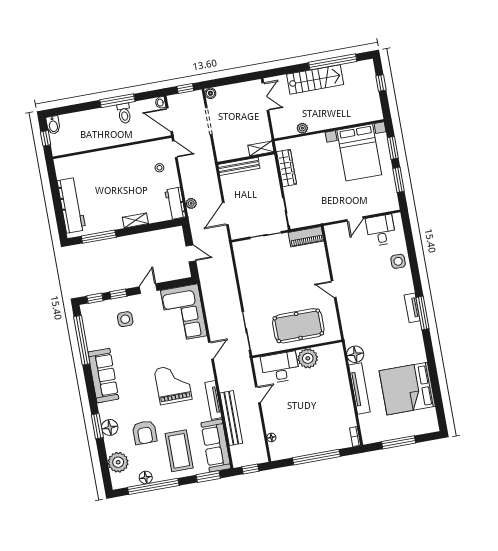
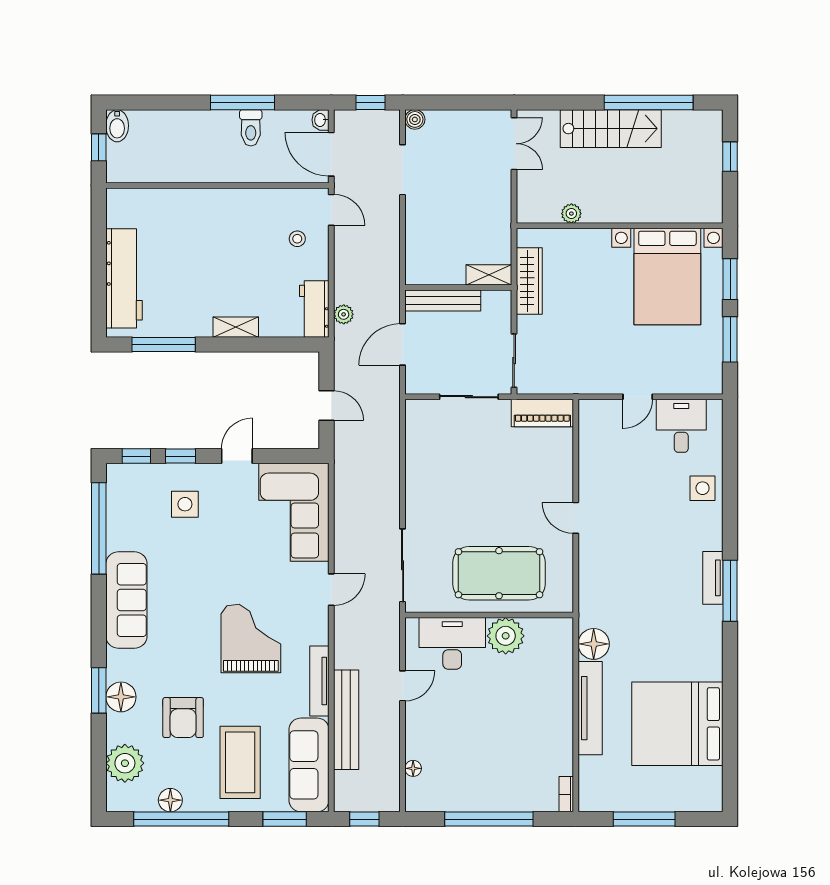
shelving: (261, 148) -> (489, 275), moved
wall: (246, 158) -> (458, 288), moved
bench: (239, 166) -> (443, 300), moved

